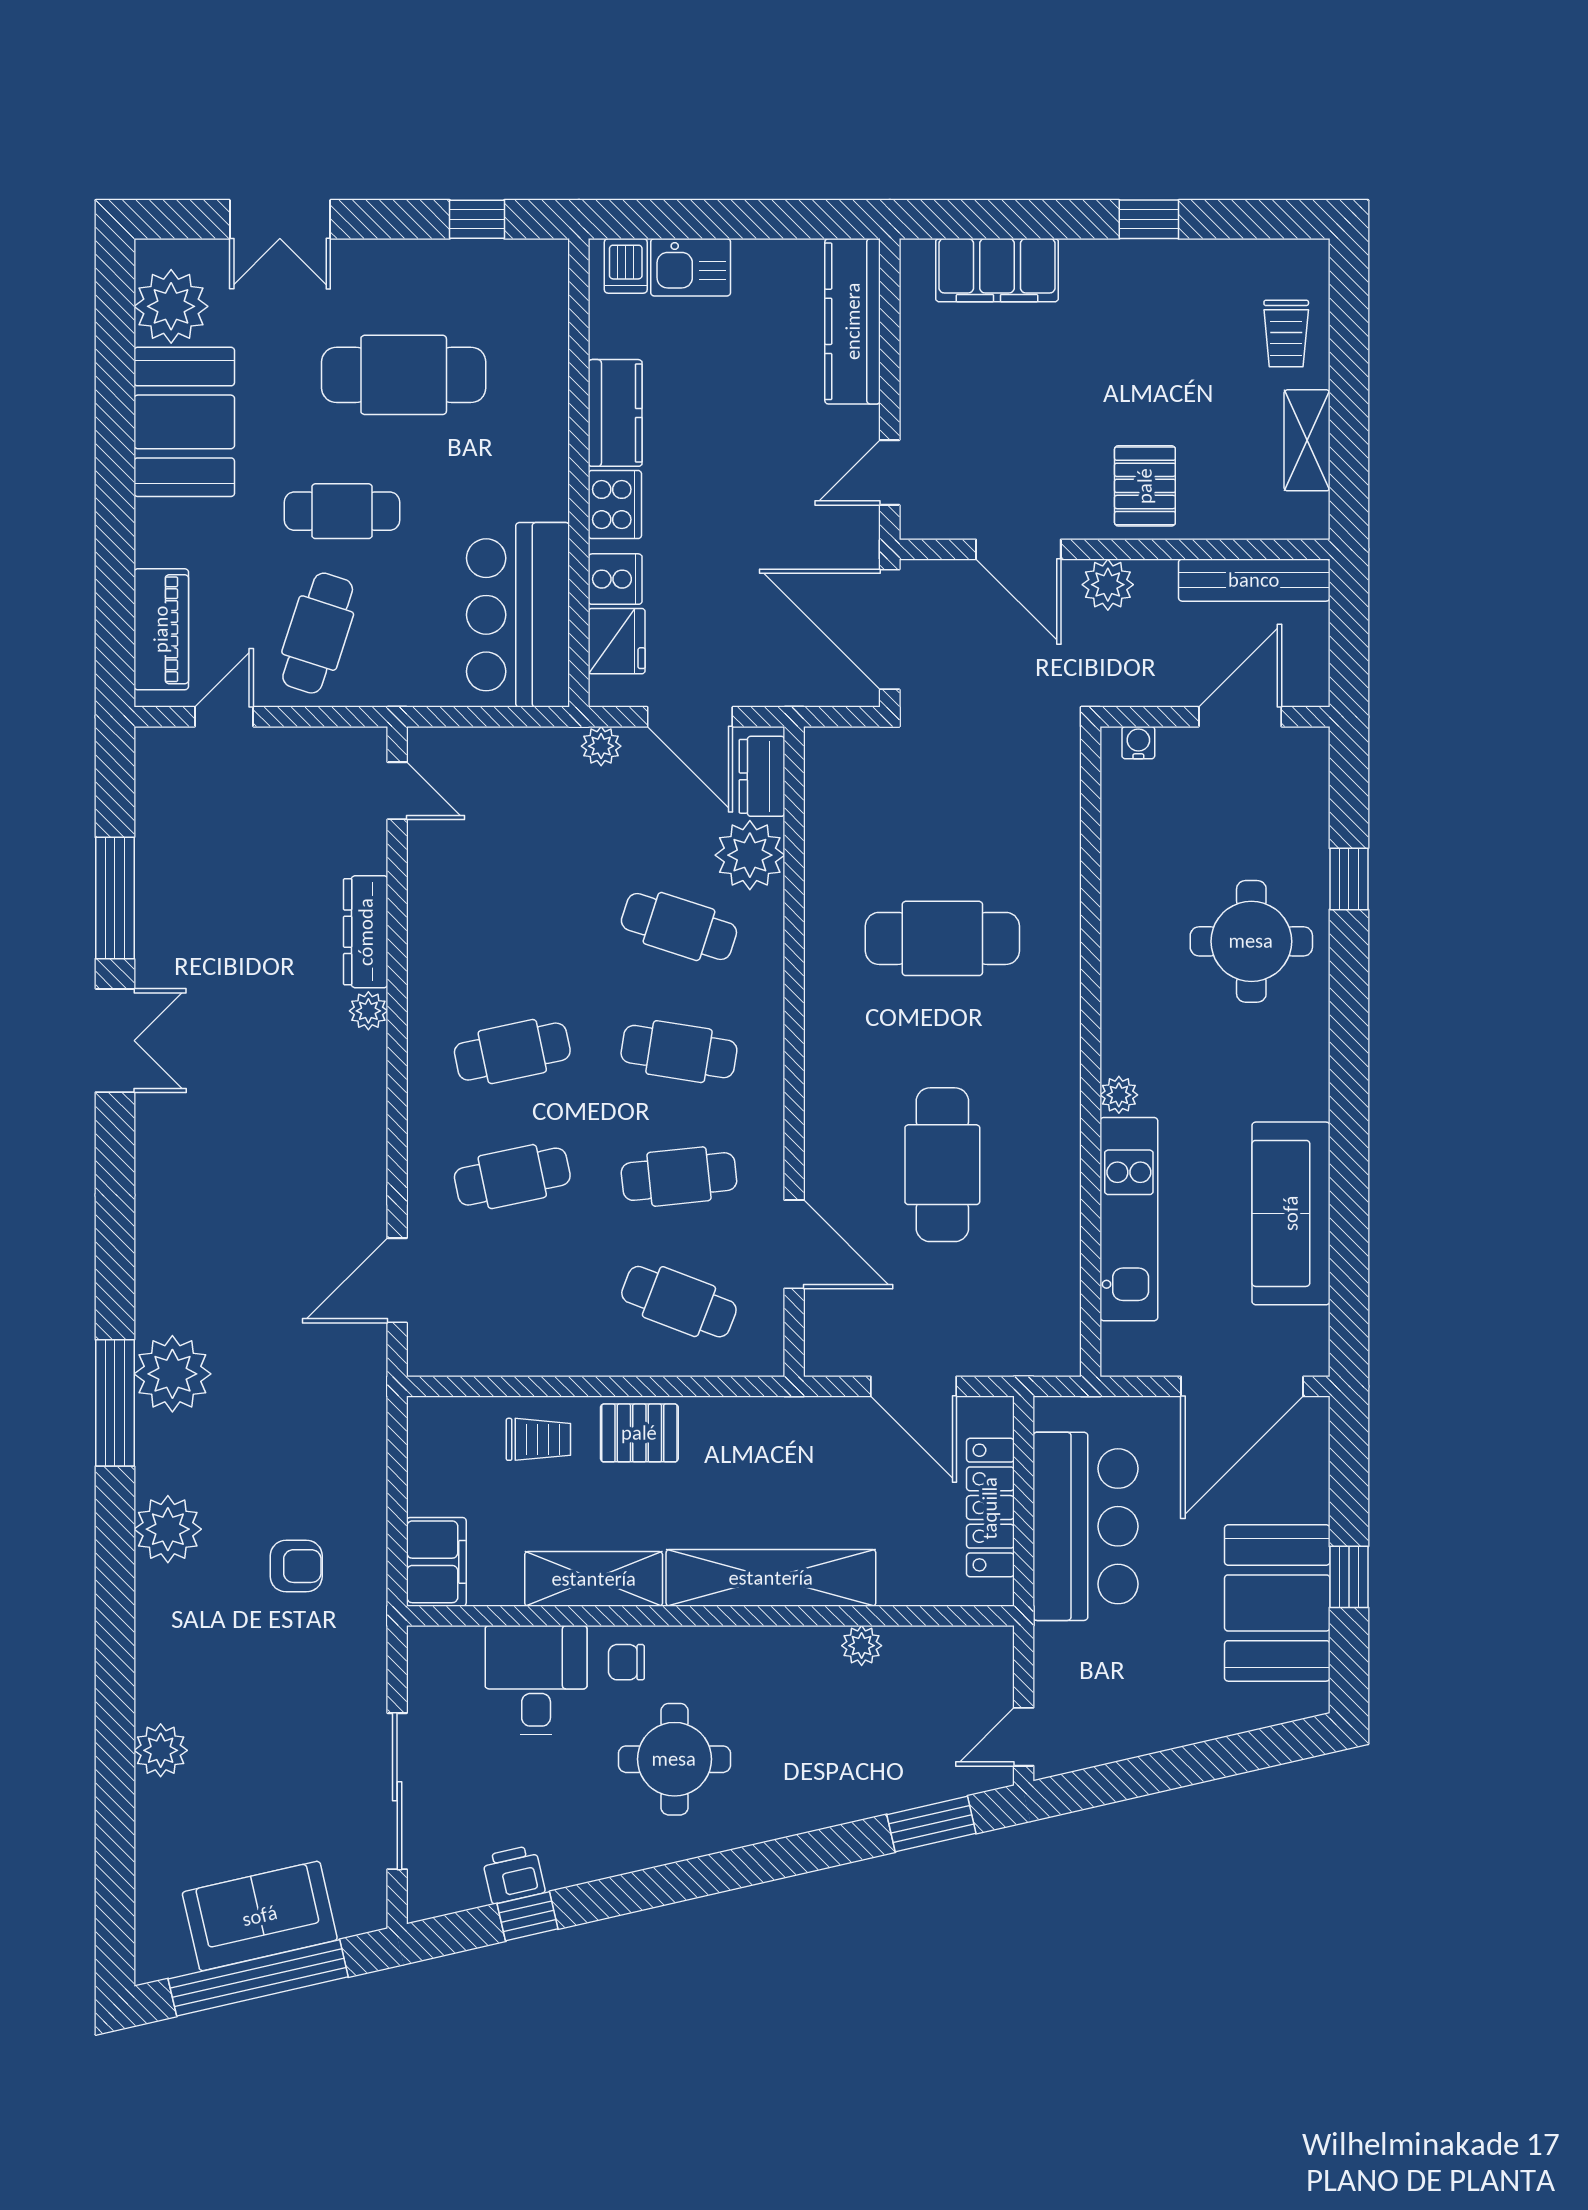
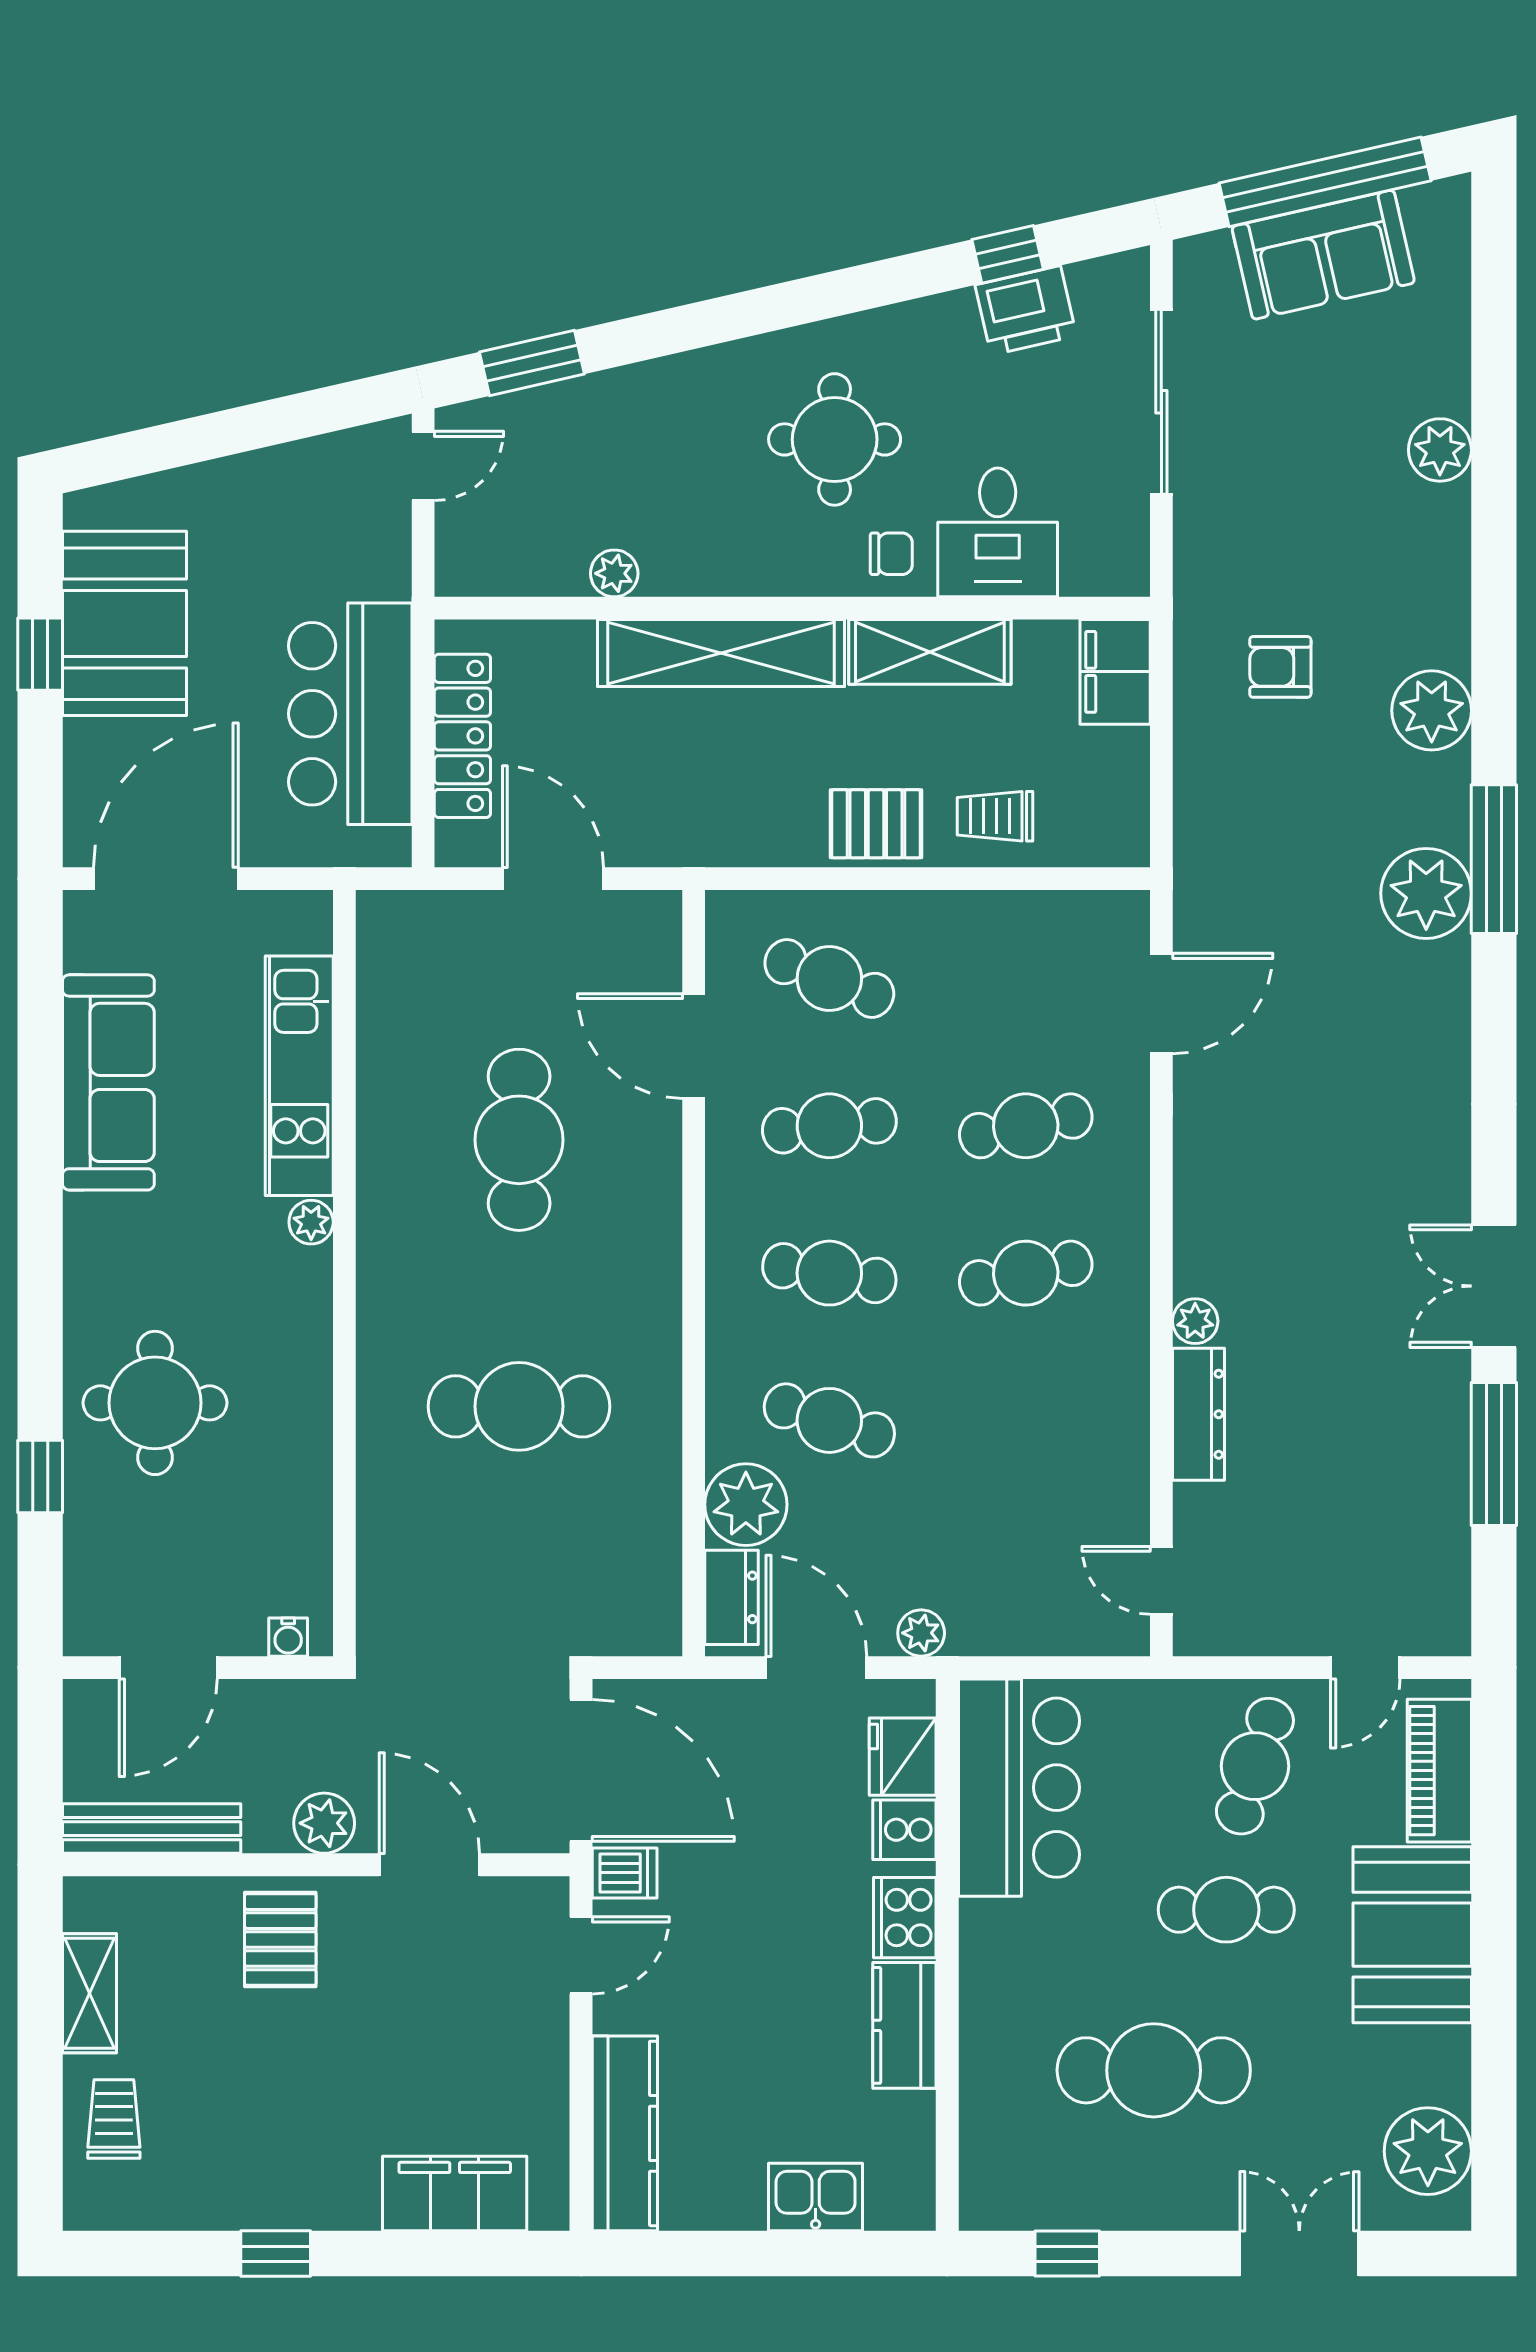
dishwasher: (626, 266) -> (625, 1873), moved, turned 90
booth: (184, 422) -> (1412, 1935), moved
printer: (514, 1874) -> (1026, 311), width x1.36, depth x1.24

